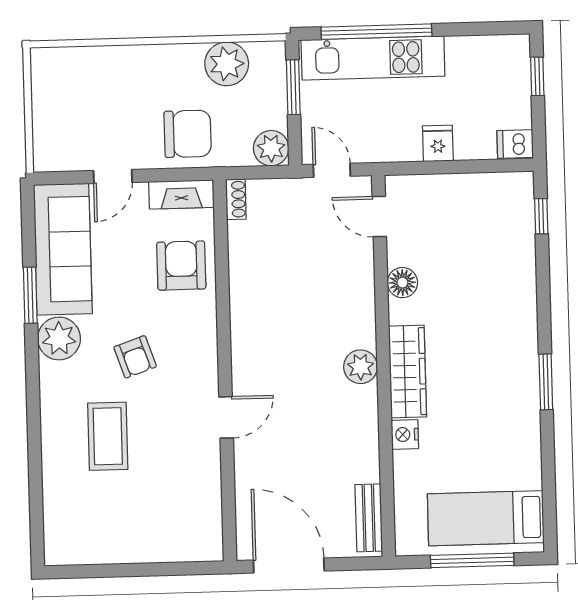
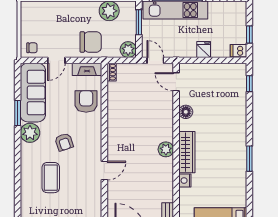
window: (537, 76) -> (249, 34), moved
chair: (58, 150) -> (32, 48), added

